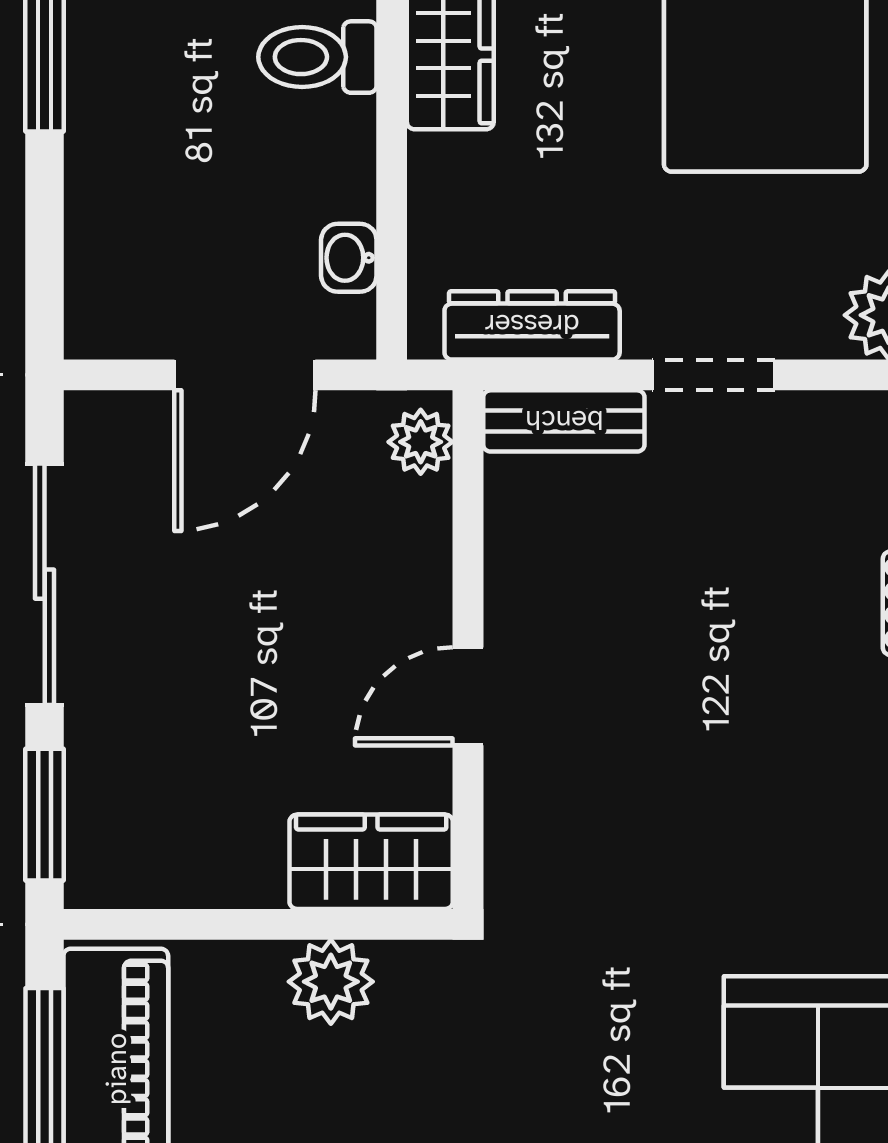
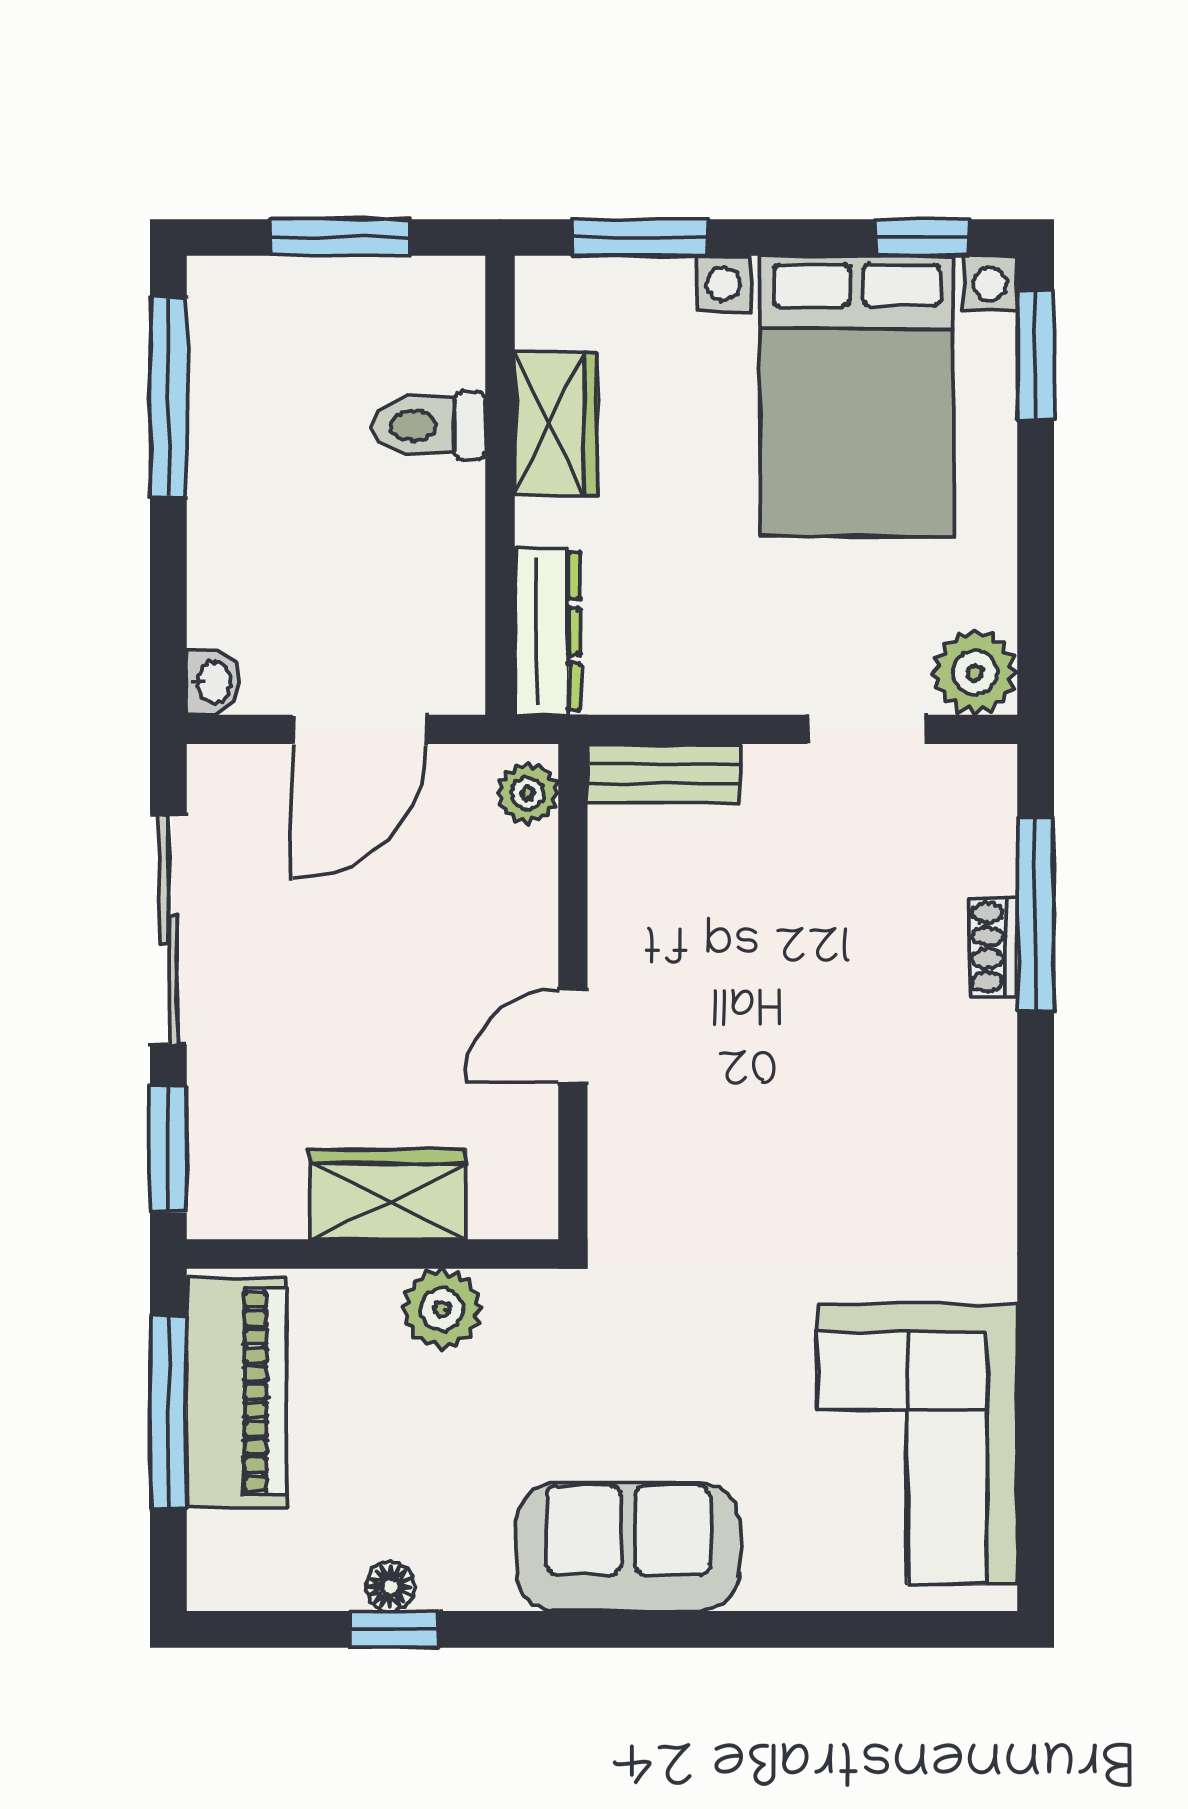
washbasin: (349, 258) -> (213, 682), moved, turned 180
dresser: (532, 325) -> (547, 631), moved, turned 90
doorway: (713, 375) -> (866, 729), moved
wardrobe: (371, 862) -> (388, 1194), moved

